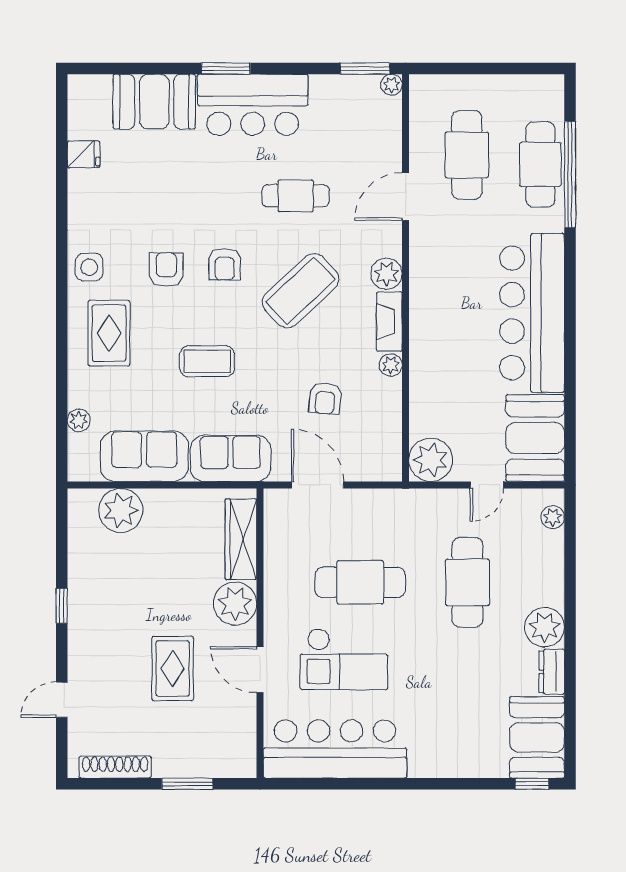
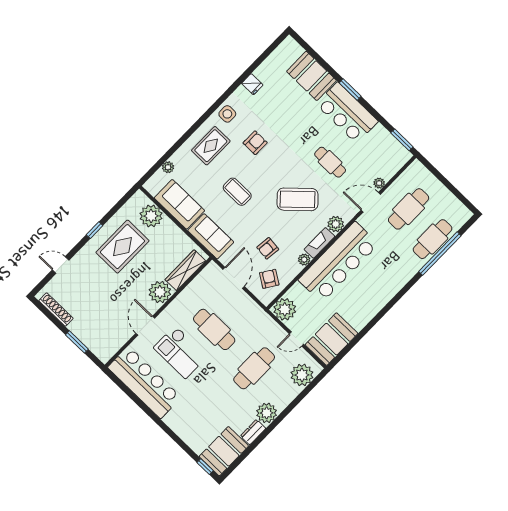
plant: (391, 85) -> (379, 183), moved
fridge: (84, 154) -> (252, 84), moved
armchair: (225, 264) -> (269, 279), moved, turned 123
bar counter: (532, 313) -> (338, 262), moved, turned 180
plant: (553, 517) -> (302, 375), width x1.87, depth x1.87
rug: (173, 668) -> (122, 247), moved, width x1.36, depth x1.43

